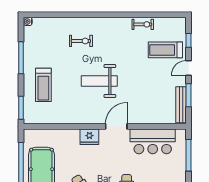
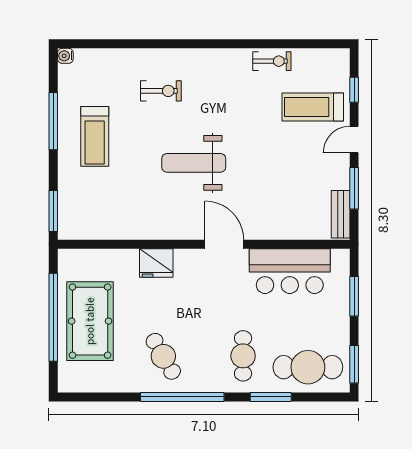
treadmill: (43, 85) -> (95, 136), moved
bench: (181, 105) -> (341, 214), width x0.73
door: (116, 126) -> (224, 244), hinge flipped
fridge: (89, 137) -> (156, 263), moved
window: (189, 155) -> (354, 296), width x0.69

